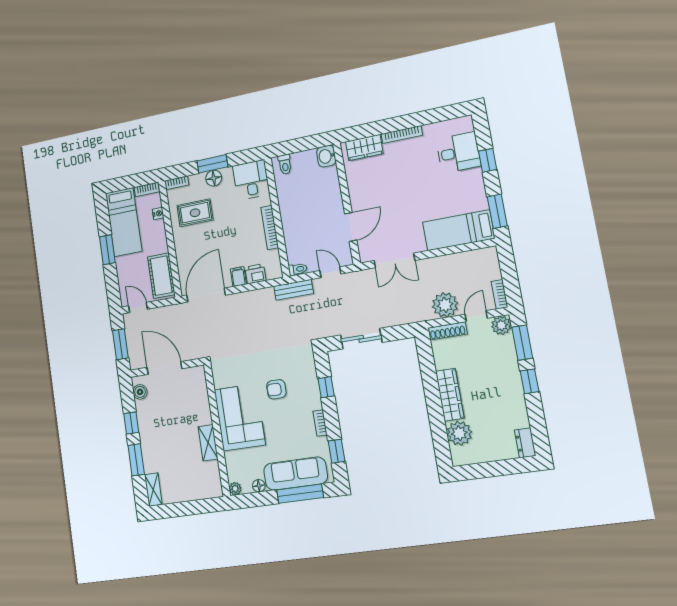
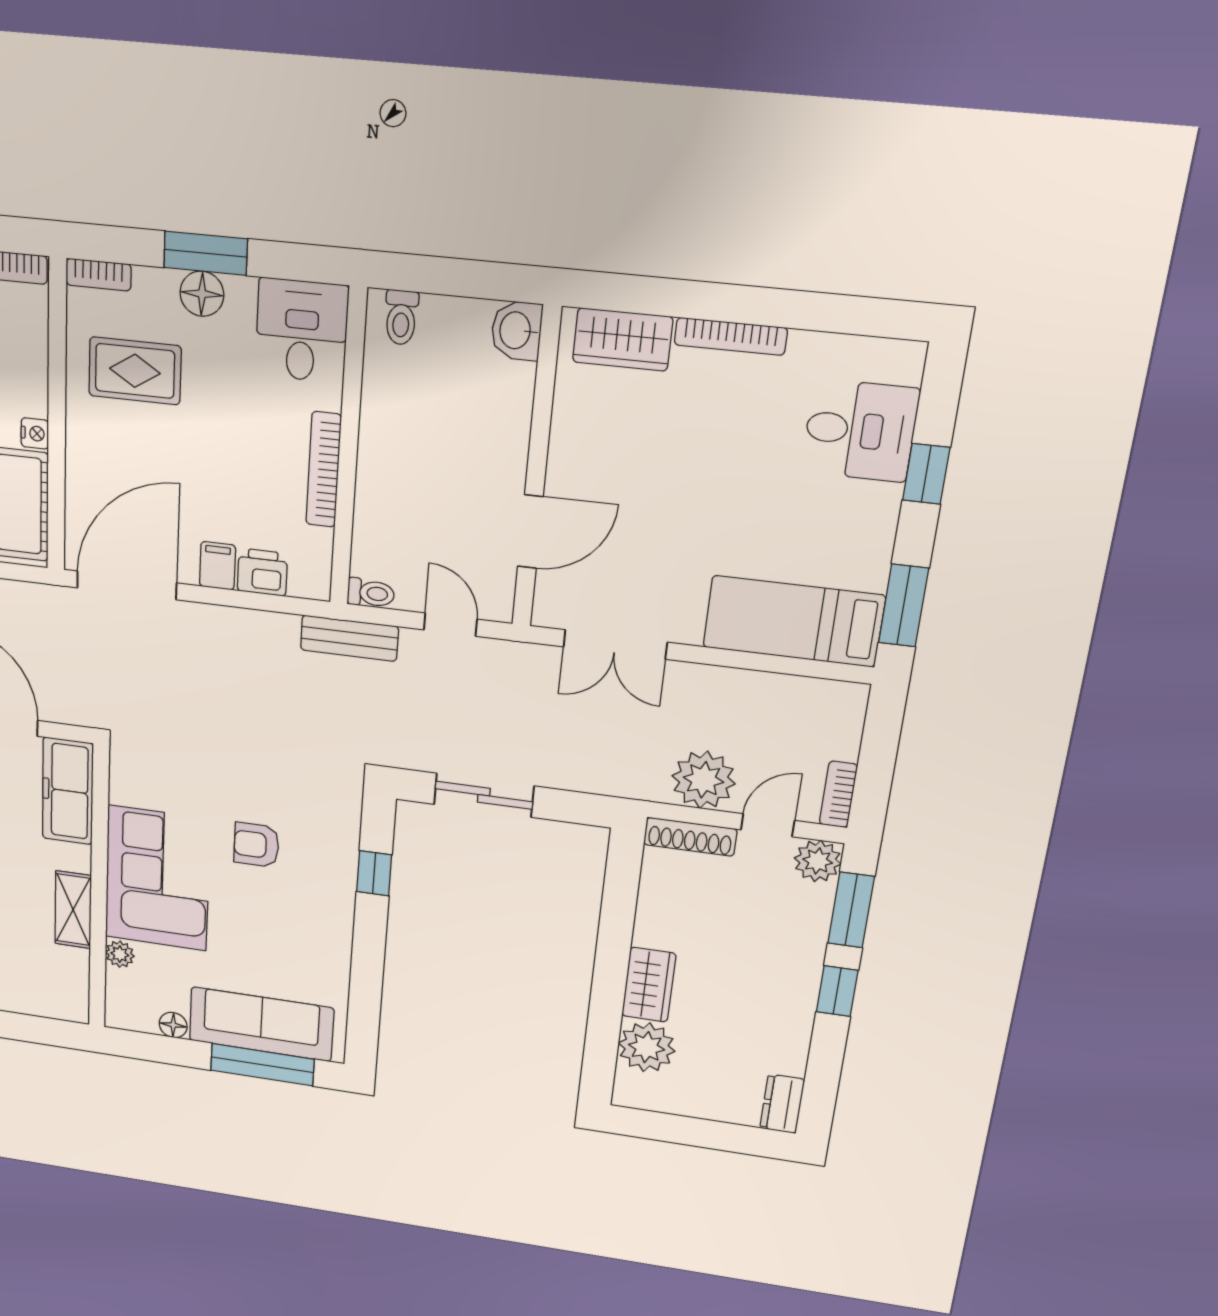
nightstand: (158, 213) -> (35, 433), moved
freezer: (197, 389) -> (68, 791), added
wardrobe: (450, 395) -> (649, 985), width x0.67
bookcase: (320, 423) -> (341, 942), removed
window: (337, 451) -> (364, 1007), removed
plant: (235, 489) -> (120, 954), moved

